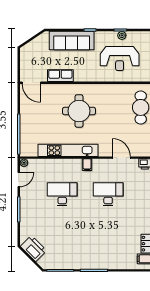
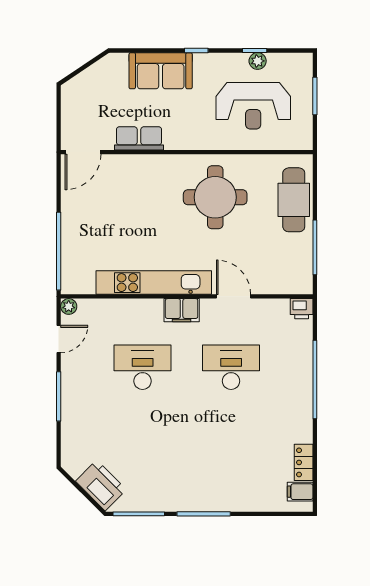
sofa: (72, 40) -> (161, 71), width x0.73
door: (31, 83) -> (83, 152), hinge flipped
round table: (79, 111) -> (215, 197), moved
door: (121, 158) -> (234, 296), moved
filing cabinet: (87, 165) -> (182, 310), width x2.00
printer: (34, 248) -> (101, 485), moved

